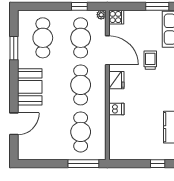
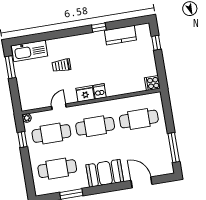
cooker: (116, 17) -> (152, 83), moved, turned -90
door: (107, 50) -> (59, 107), width x0.53
dishwasher: (116, 109) -> (100, 91), moved
window: (83, 164) -> (174, 148), moved

